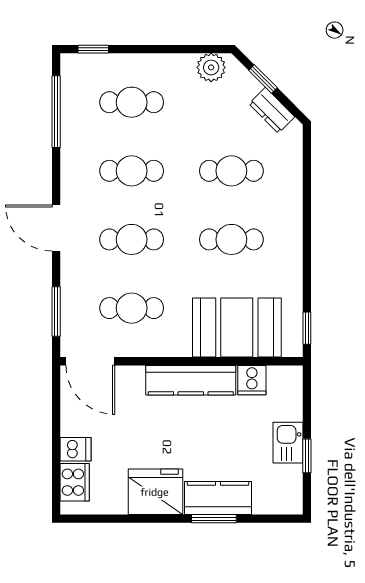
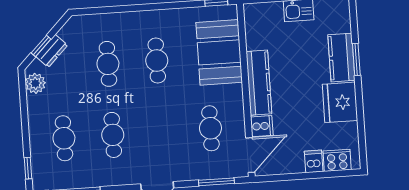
dresser: (272, 110) -> (52, 51), moved
cafe table: (132, 239) -> (162, 132), removed
cooker: (252, 380) -> (262, 126), moved

